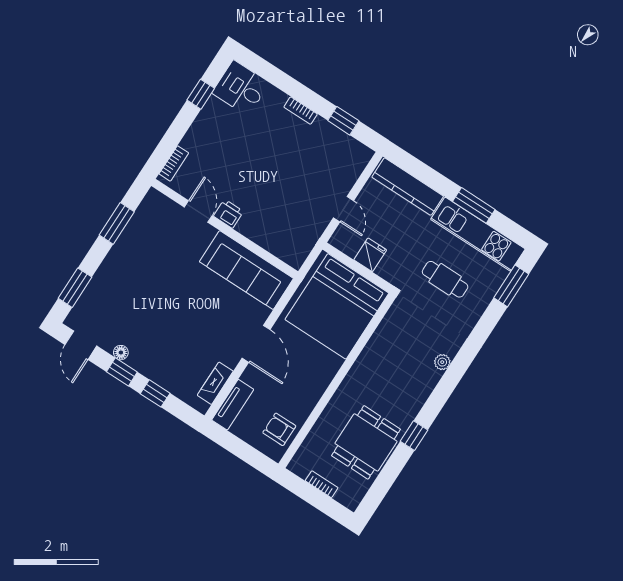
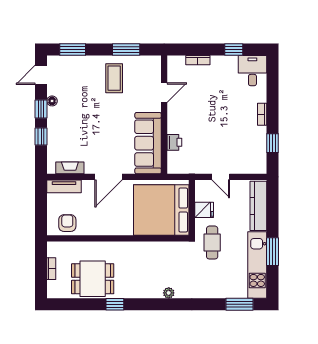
bookcase: (174, 163) -> (198, 60), moved
door: (344, 209) -> (221, 177), hinge flipped
printer: (229, 214) -> (174, 142), moved
coffee table: (142, 260) -> (114, 78), added
cafe table: (445, 279) -> (212, 243), moved

